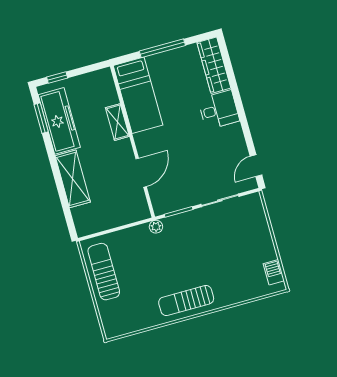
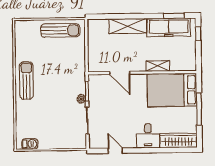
bed: (138, 95) -> (172, 90), width x1.50
door: (256, 166) -> (115, 151), moved
plant: (156, 227) -> (81, 99), moved

